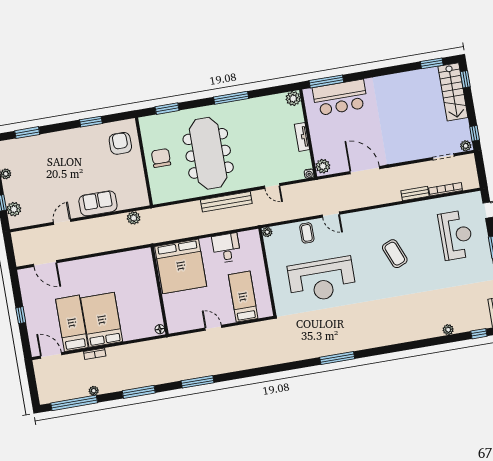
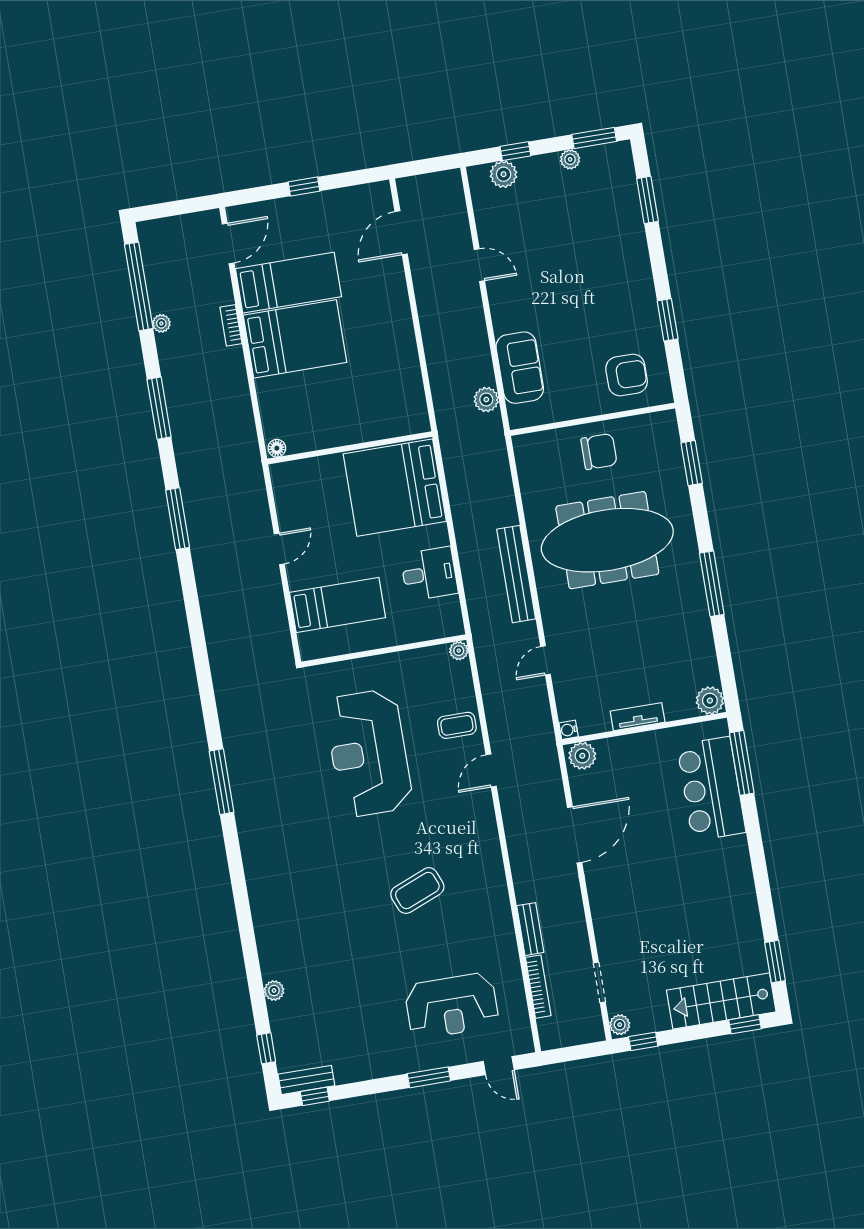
sofa: (98, 203) -> (520, 368), moved

